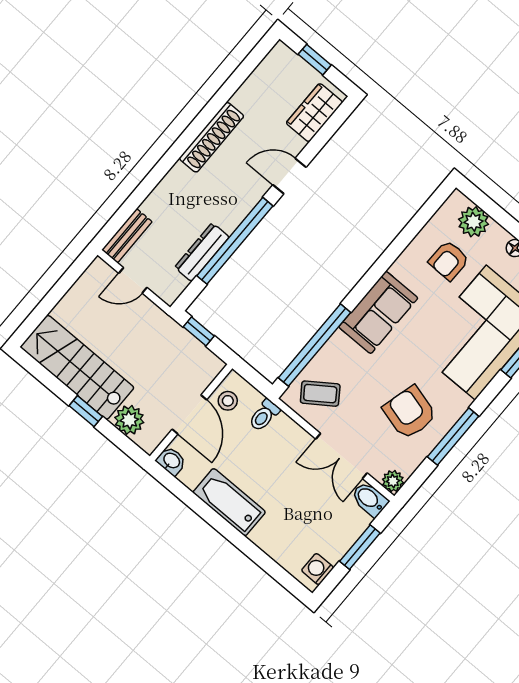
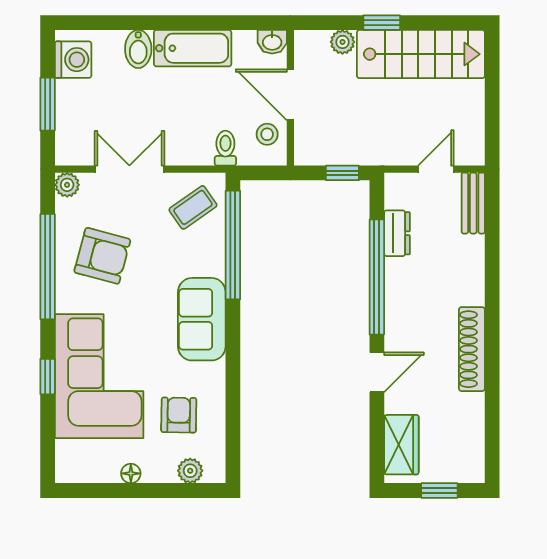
plant: (473, 222) -> (190, 471), width x0.73, depth x0.73
dresser: (202, 252) -> (397, 233), width x0.70
plant: (129, 420) -> (342, 42), width x0.73, depth x0.73
window: (453, 437) -> (48, 267), width x1.46
bidet: (370, 499) -> (138, 49), moved, turned 90
washing machine: (318, 569) -> (73, 60), width x1.38, depth x1.38

